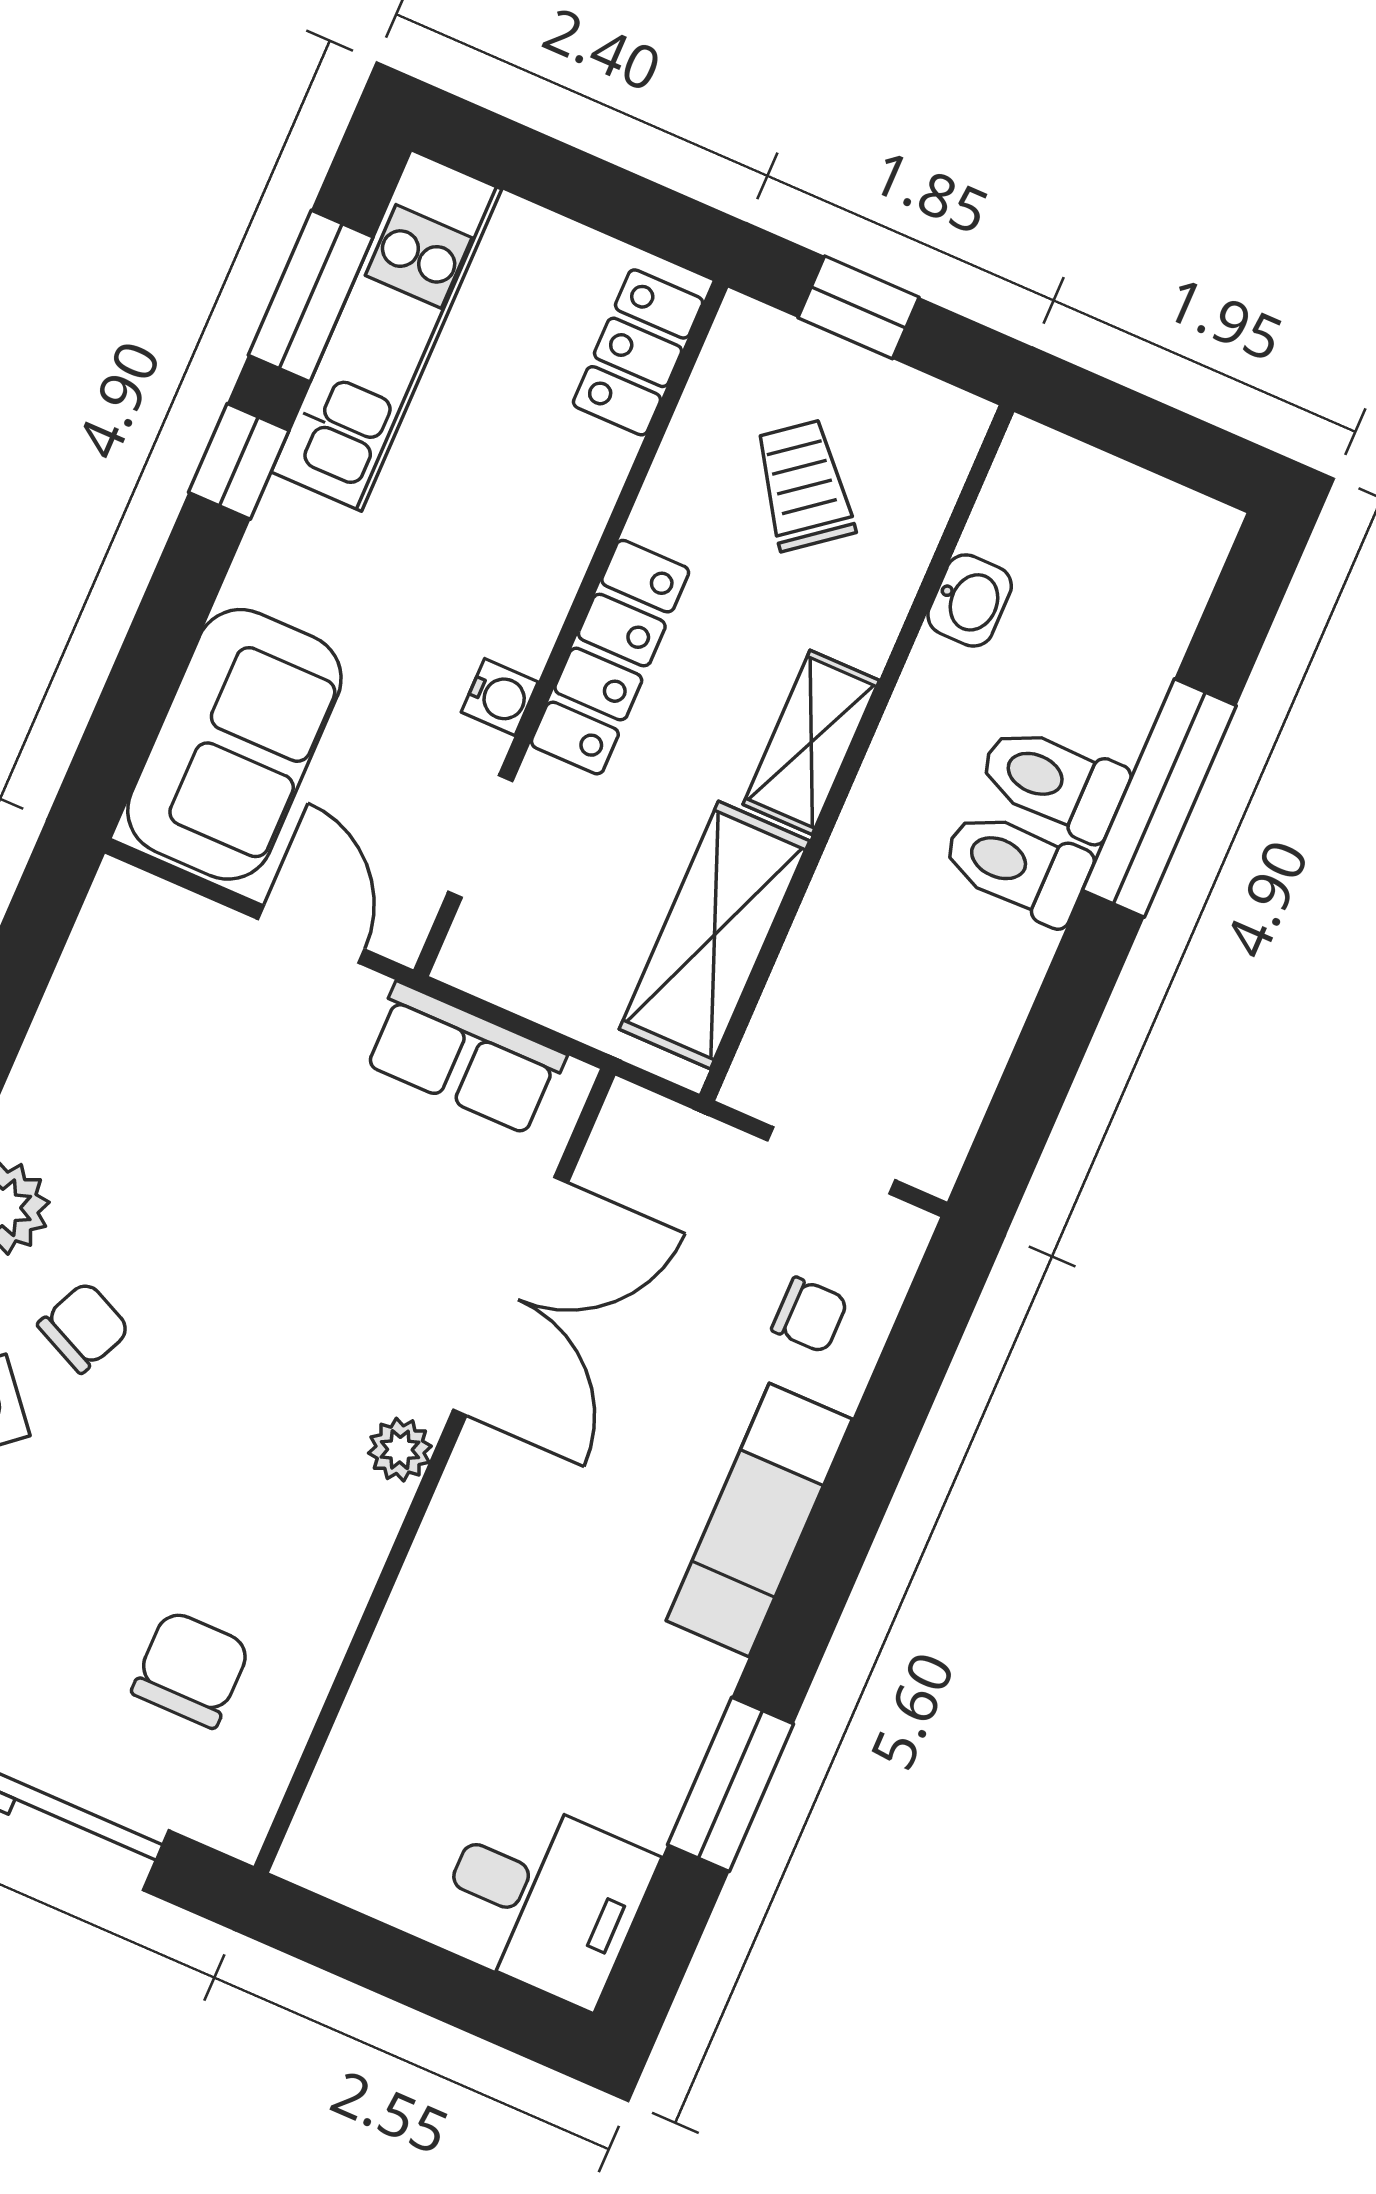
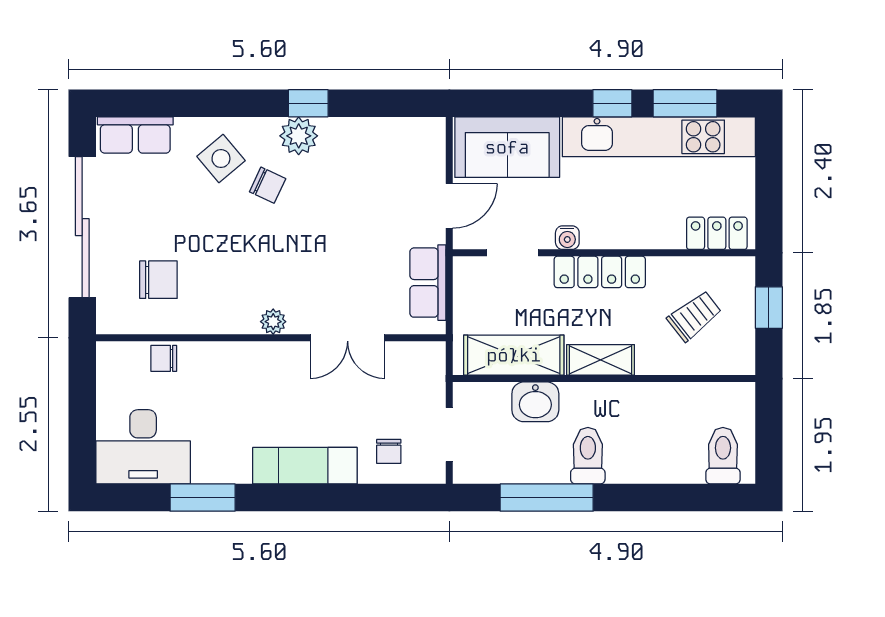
kitchen unit: (386, 330) -> (659, 137), width x1.36
washbasin: (970, 600) -> (535, 402), moved, width x1.38, depth x1.45
toilet: (1053, 782) -> (723, 456), moved
window: (1159, 798) -> (547, 498), moved
double door: (510, 1296) -> (348, 338), width x0.73
chair: (375, 1735) -> (164, 358), added
desk: (543, 1899) -> (143, 447), width x1.37

